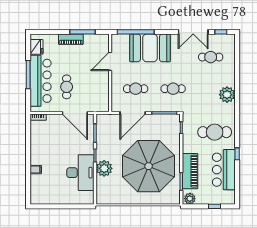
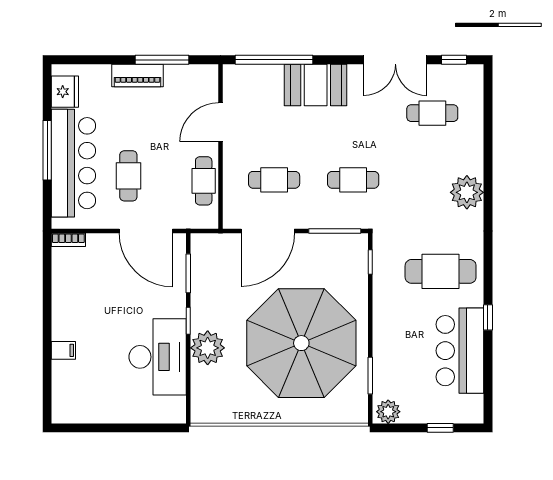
booth: (150, 48) -> (316, 85), width x0.73, depth x0.70
cafe table: (102, 89) -> (204, 181), added
piano: (190, 171) -> (389, 354), removed

